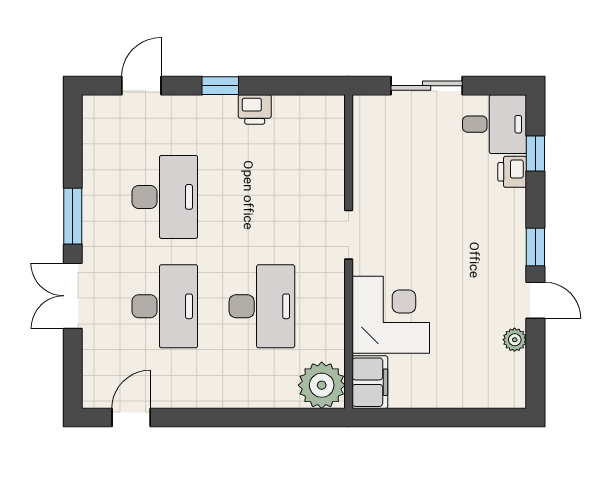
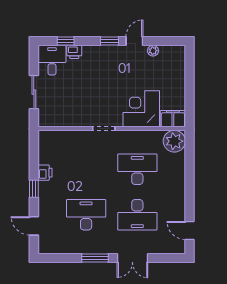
desk: (165, 306) -> (137, 215), turned 180

